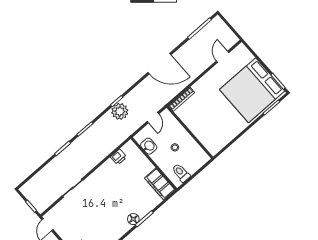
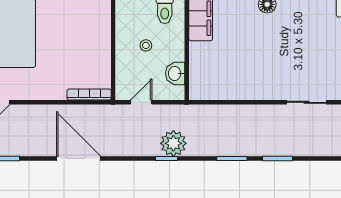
printer: (119, 157) -> (221, 91), removed

